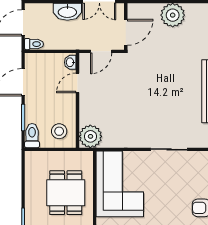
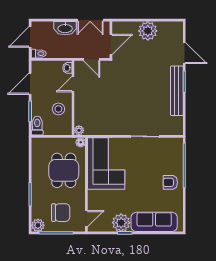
door: (101, 51) -> (92, 59), hinge flipped
stool: (59, 131) -> (58, 109), moved
plant: (90, 136) -> (79, 130), width x0.53, depth x0.53
floor lamp: (87, 157) -> (81, 142), added

